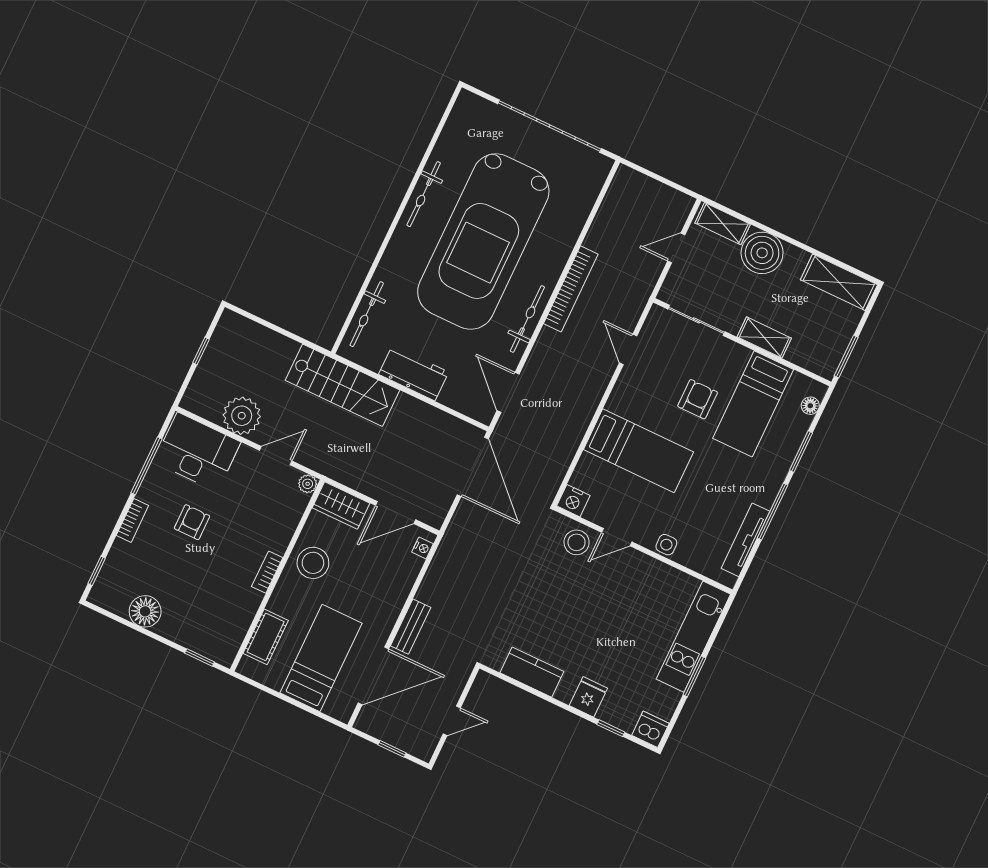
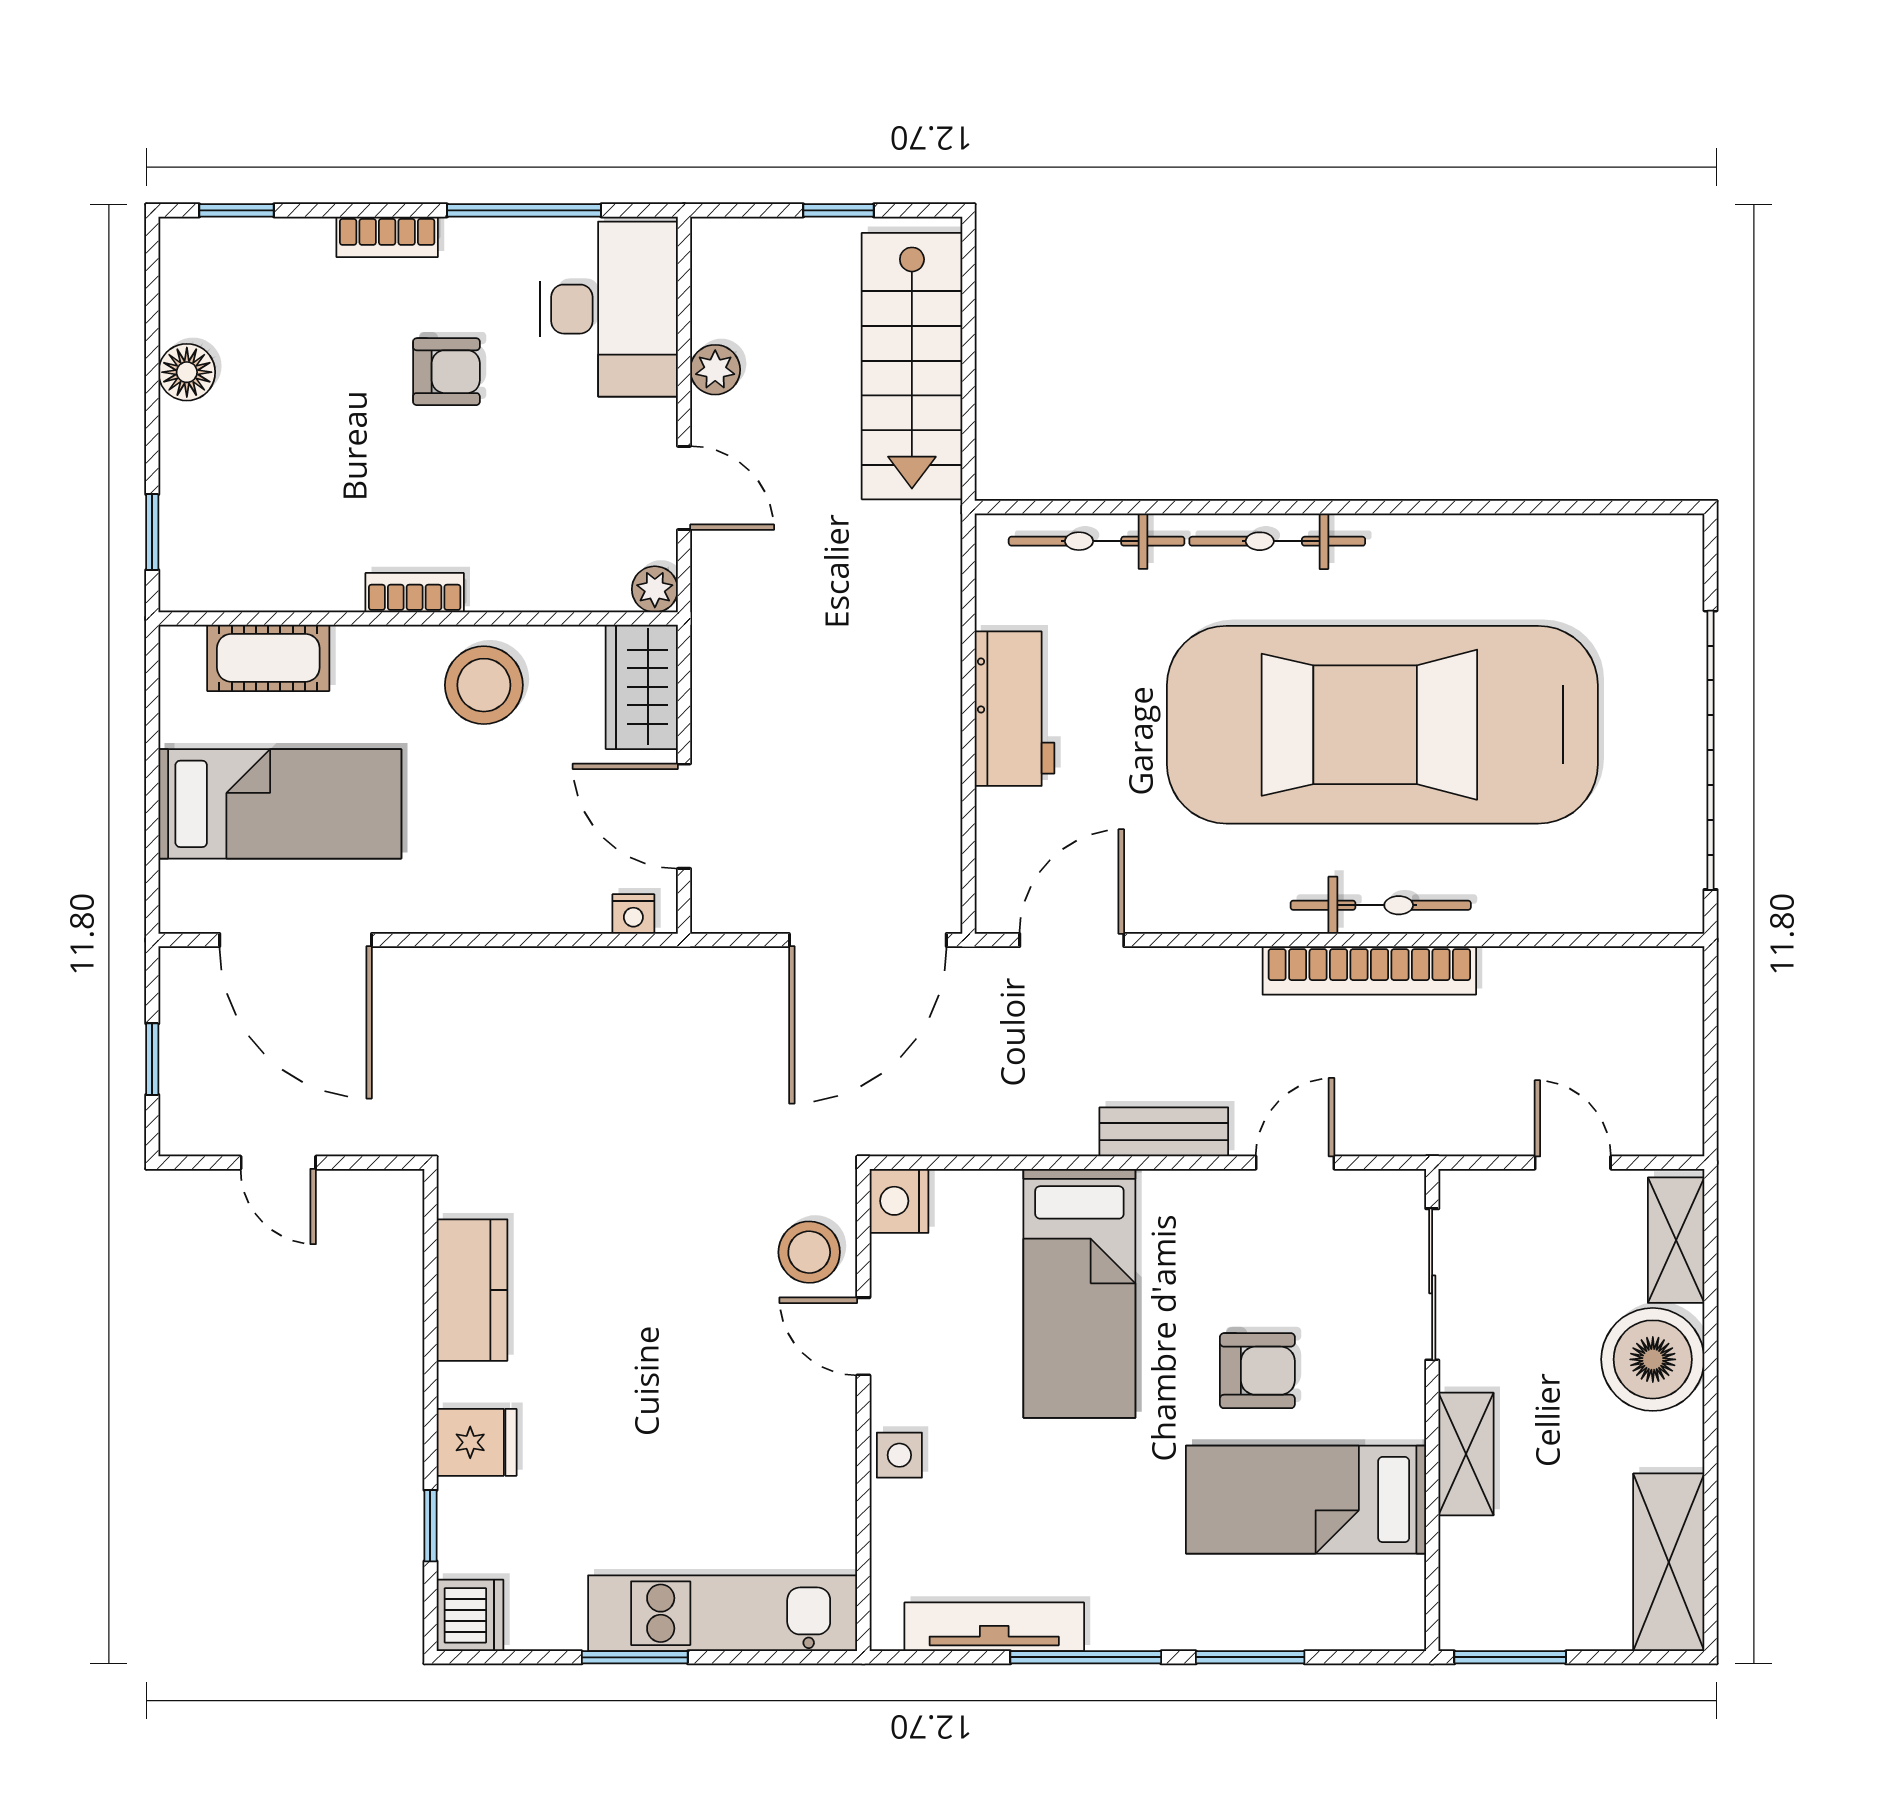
bicycle: (424, 194) -> (1277, 541), moved
bicycle: (527, 319) -> (1381, 905), moved
stairs: (343, 385) -> (912, 366), moved
floor lamp: (810, 406) -> (1362, 1629), removed
plant: (242, 416) -> (715, 370), width x0.53, depth x0.53
floor lamp: (145, 611) -> (187, 372), width x0.73, depth x0.73
bench: (411, 627) -> (1164, 1132), moved

